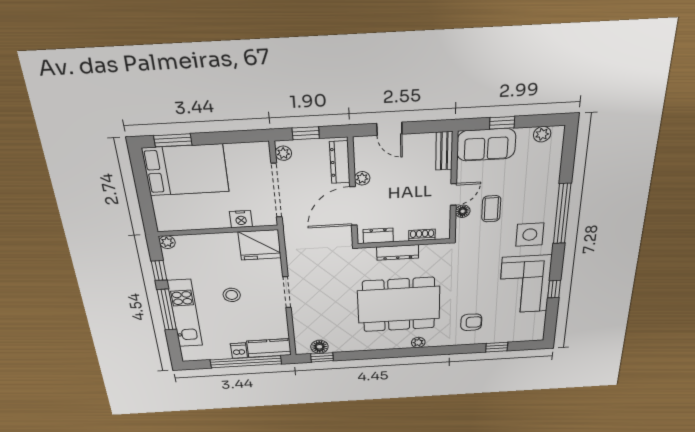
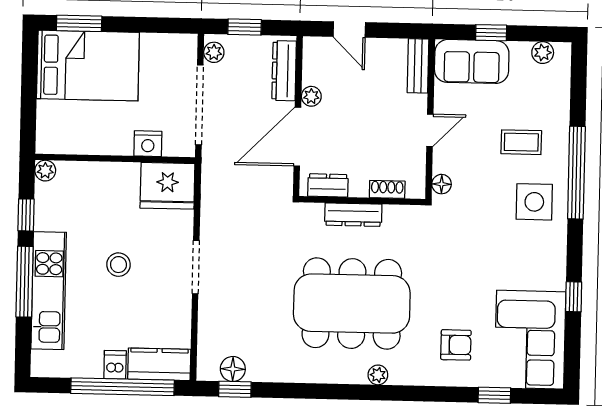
coffee table: (491, 209) -> (521, 142), moved, turned 90
floor lamp: (463, 211) -> (442, 184), moved
corner sofa: (525, 284) -> (530, 340), moved

